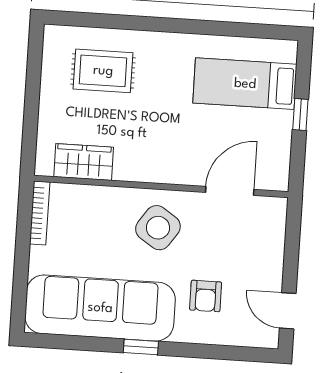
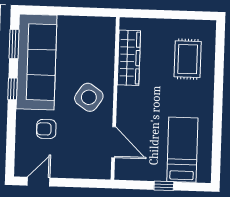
wardrobe: (84, 162) -> (129, 58), width x1.50
bookcase: (40, 213) -> (96, 22), removed
window: (71, 342) -> (14, 44), added

